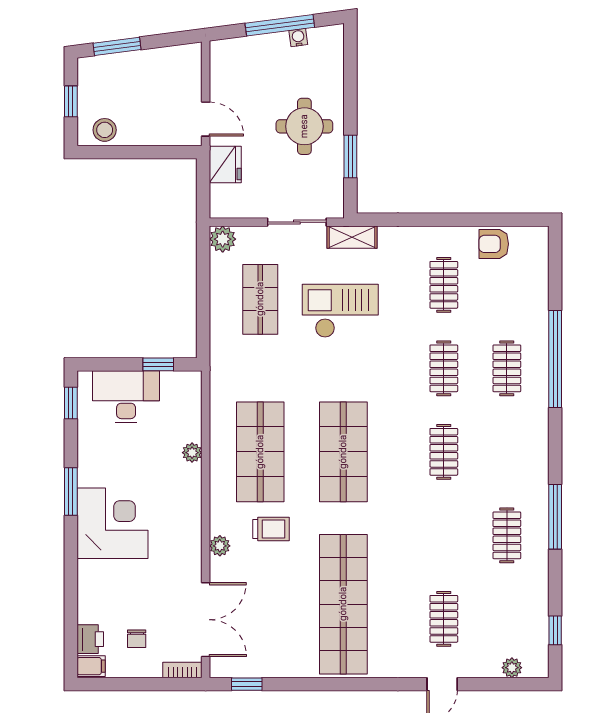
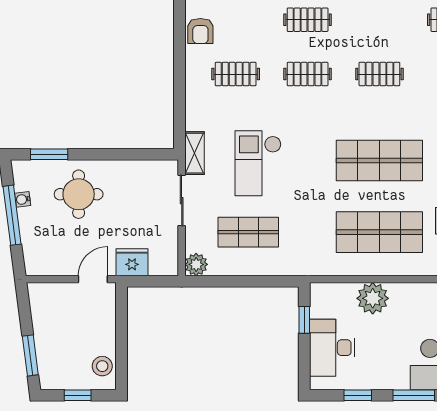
round table: (304, 126) -> (79, 194), moved
window: (350, 156) -> (49, 154), moved
window: (71, 403) -> (358, 395), moved
plant: (192, 453) -> (373, 298), width x1.87, depth x1.87

